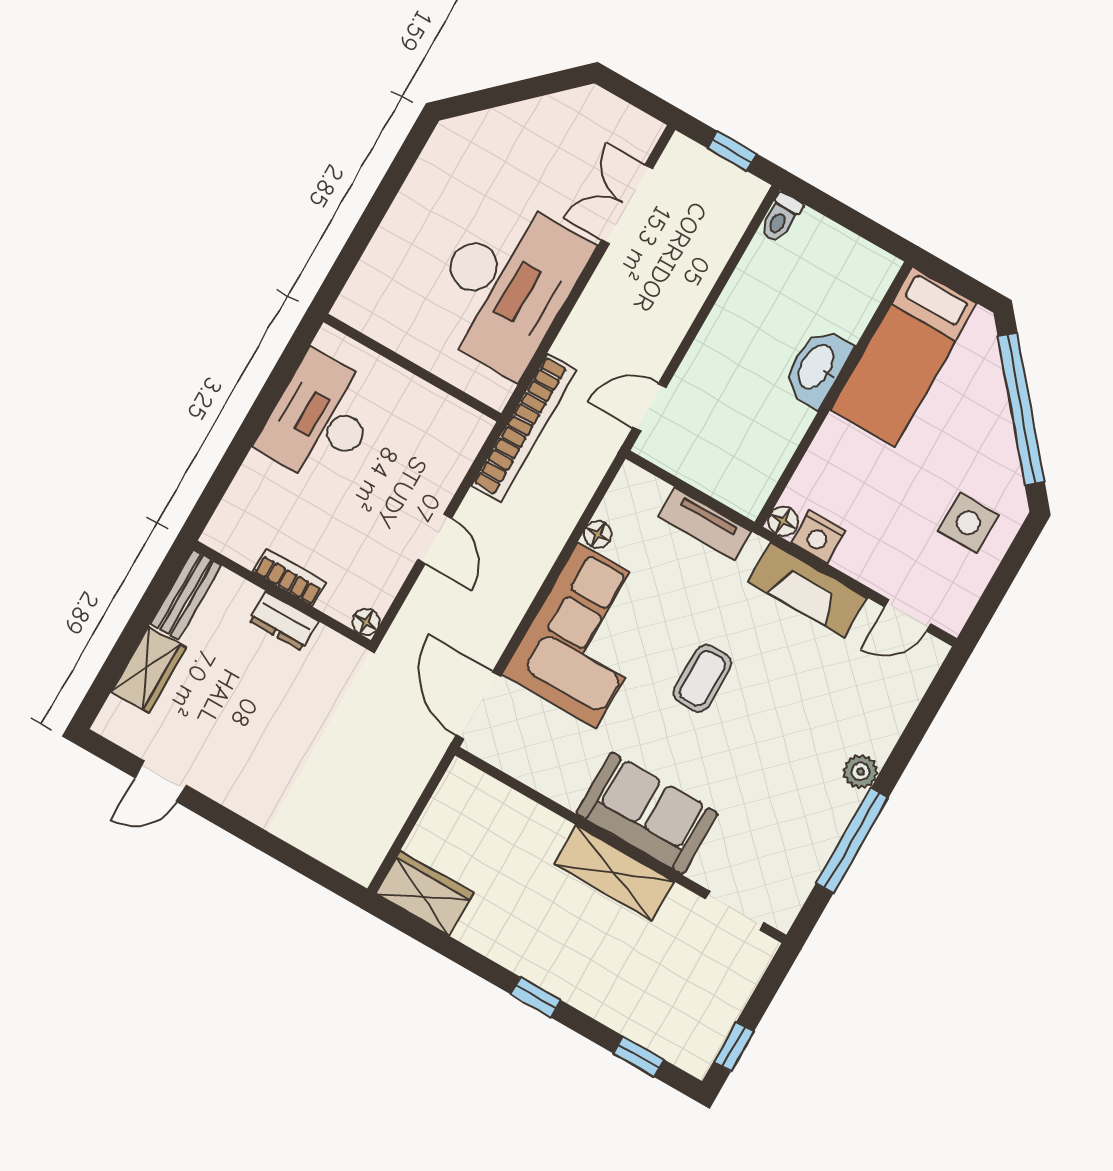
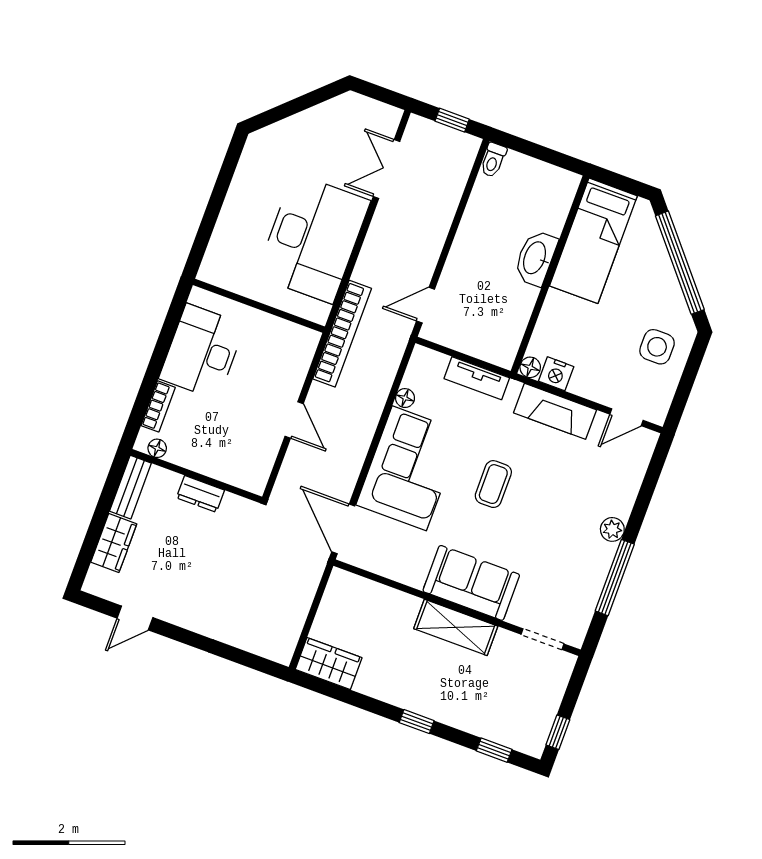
bookcase: (289, 577) -> (158, 406), moved, turned 90
floor lamp: (366, 622) -> (157, 448), moved

